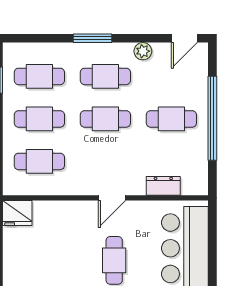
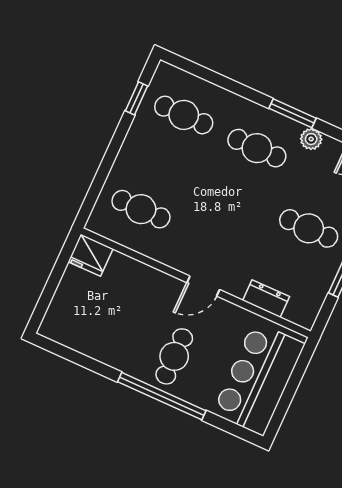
window: (93, 38) -> (293, 113), moved
cafe table: (39, 119) -> (162, 162), removed
cafe table: (105, 119) -> (236, 195), removed

